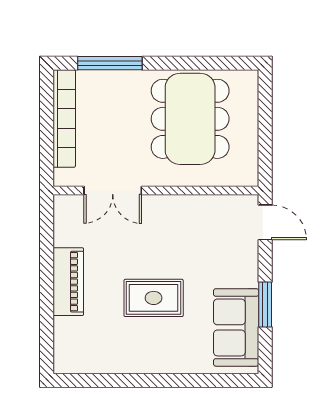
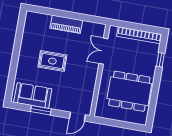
window: (110, 63) -> (160, 60), width x0.46
rug: (154, 298) -> (52, 61), turned 90

